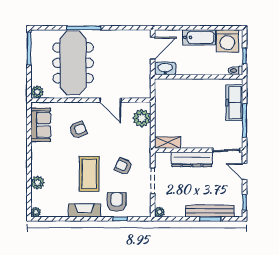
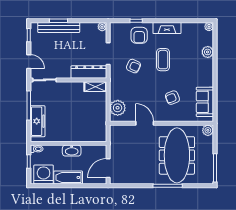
washbasin: (165, 68) -> (72, 151), moved
dresser: (192, 159) -> (89, 72), moved
coffee table: (89, 174) -> (163, 60), width x0.73, depth x0.76

